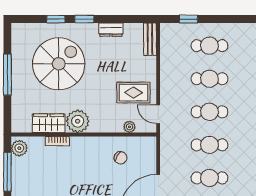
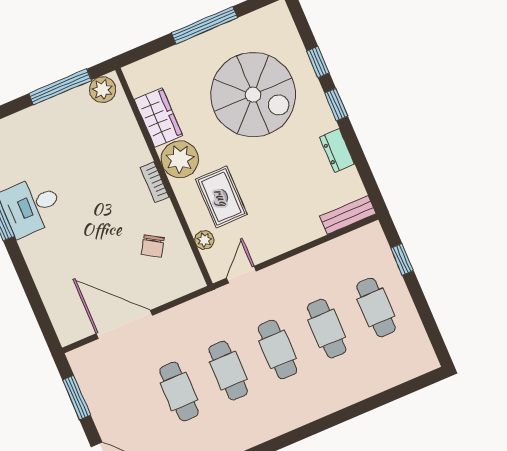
rug: (133, 93) -> (221, 197), moved
bookcase: (57, 141) -> (155, 182), moved

